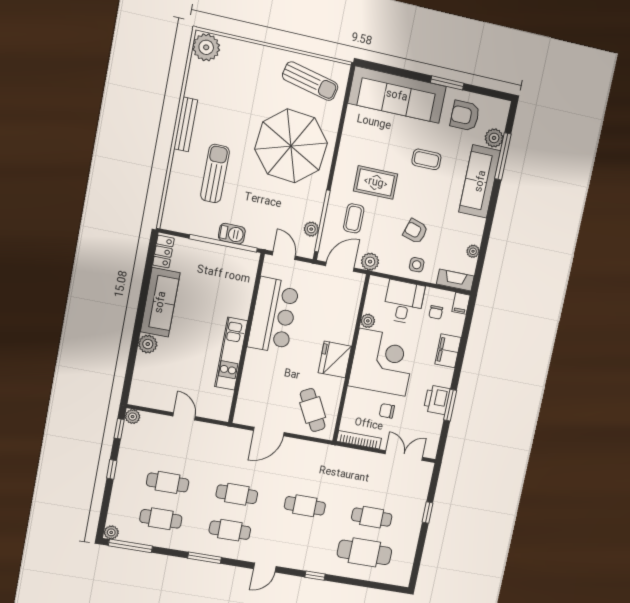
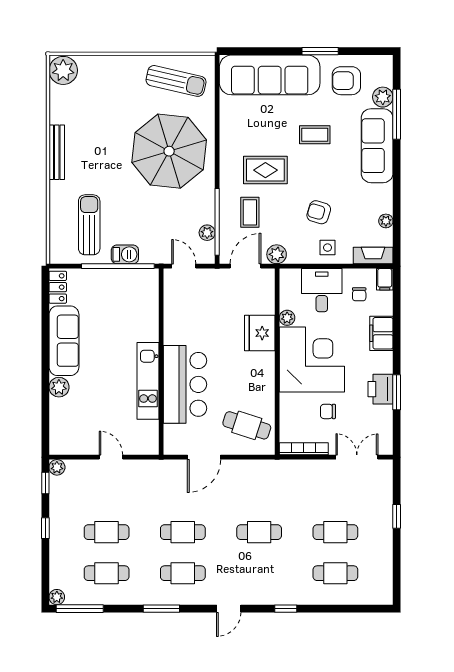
sun lounger: (215, 174) -> (89, 225), moved
bar counter: (273, 315) -> (185, 384), moved
fridge: (335, 359) -> (260, 333), moved
cafe table: (313, 410) -> (247, 425), turned -44
cafe table: (364, 552) -> (335, 573), width x0.73, depth x0.74

